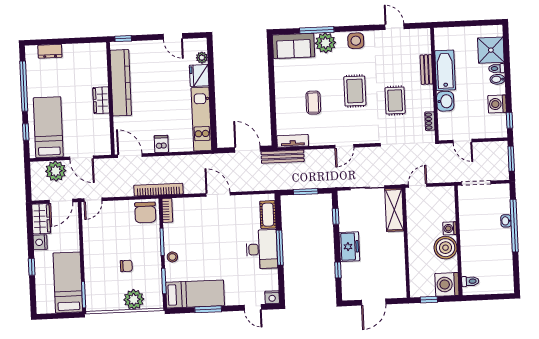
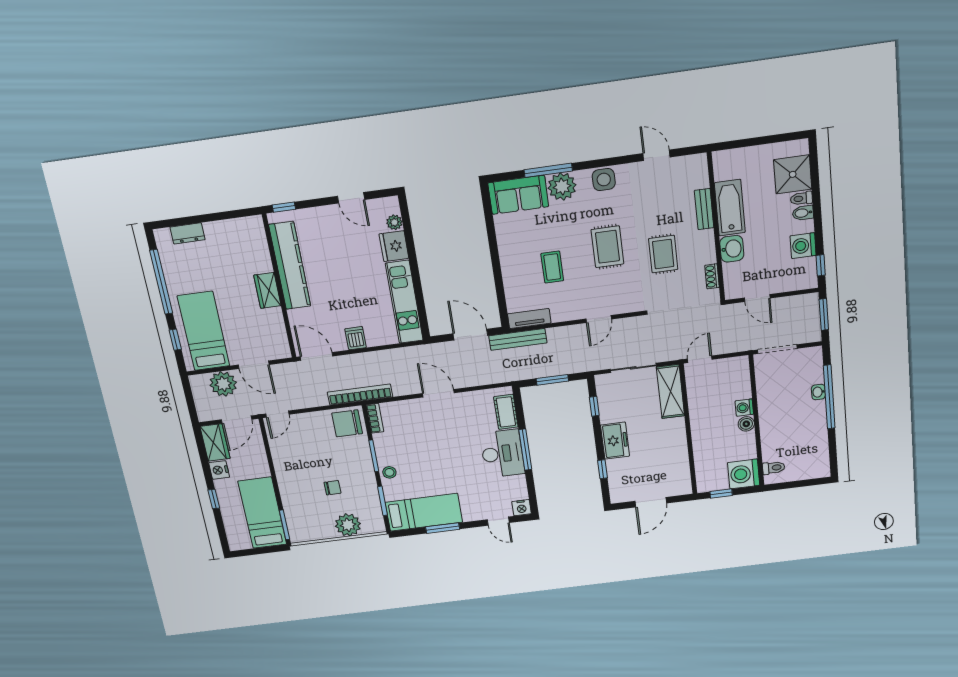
chair: (145, 212) -> (347, 423), turned 90
boiler: (446, 248) -> (746, 424), width x0.54, depth x0.54

